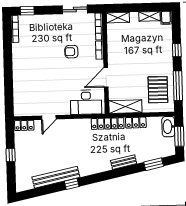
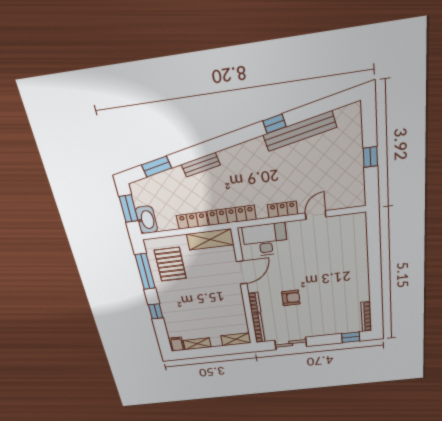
locker: (24, 125) -> (283, 209), moved

